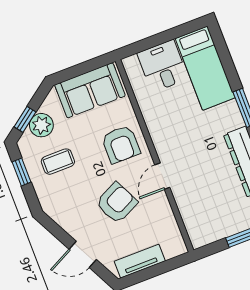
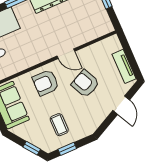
plant: (41, 125) -> (35, 137), removed
armchair: (121, 144) -> (46, 83), turned 180

